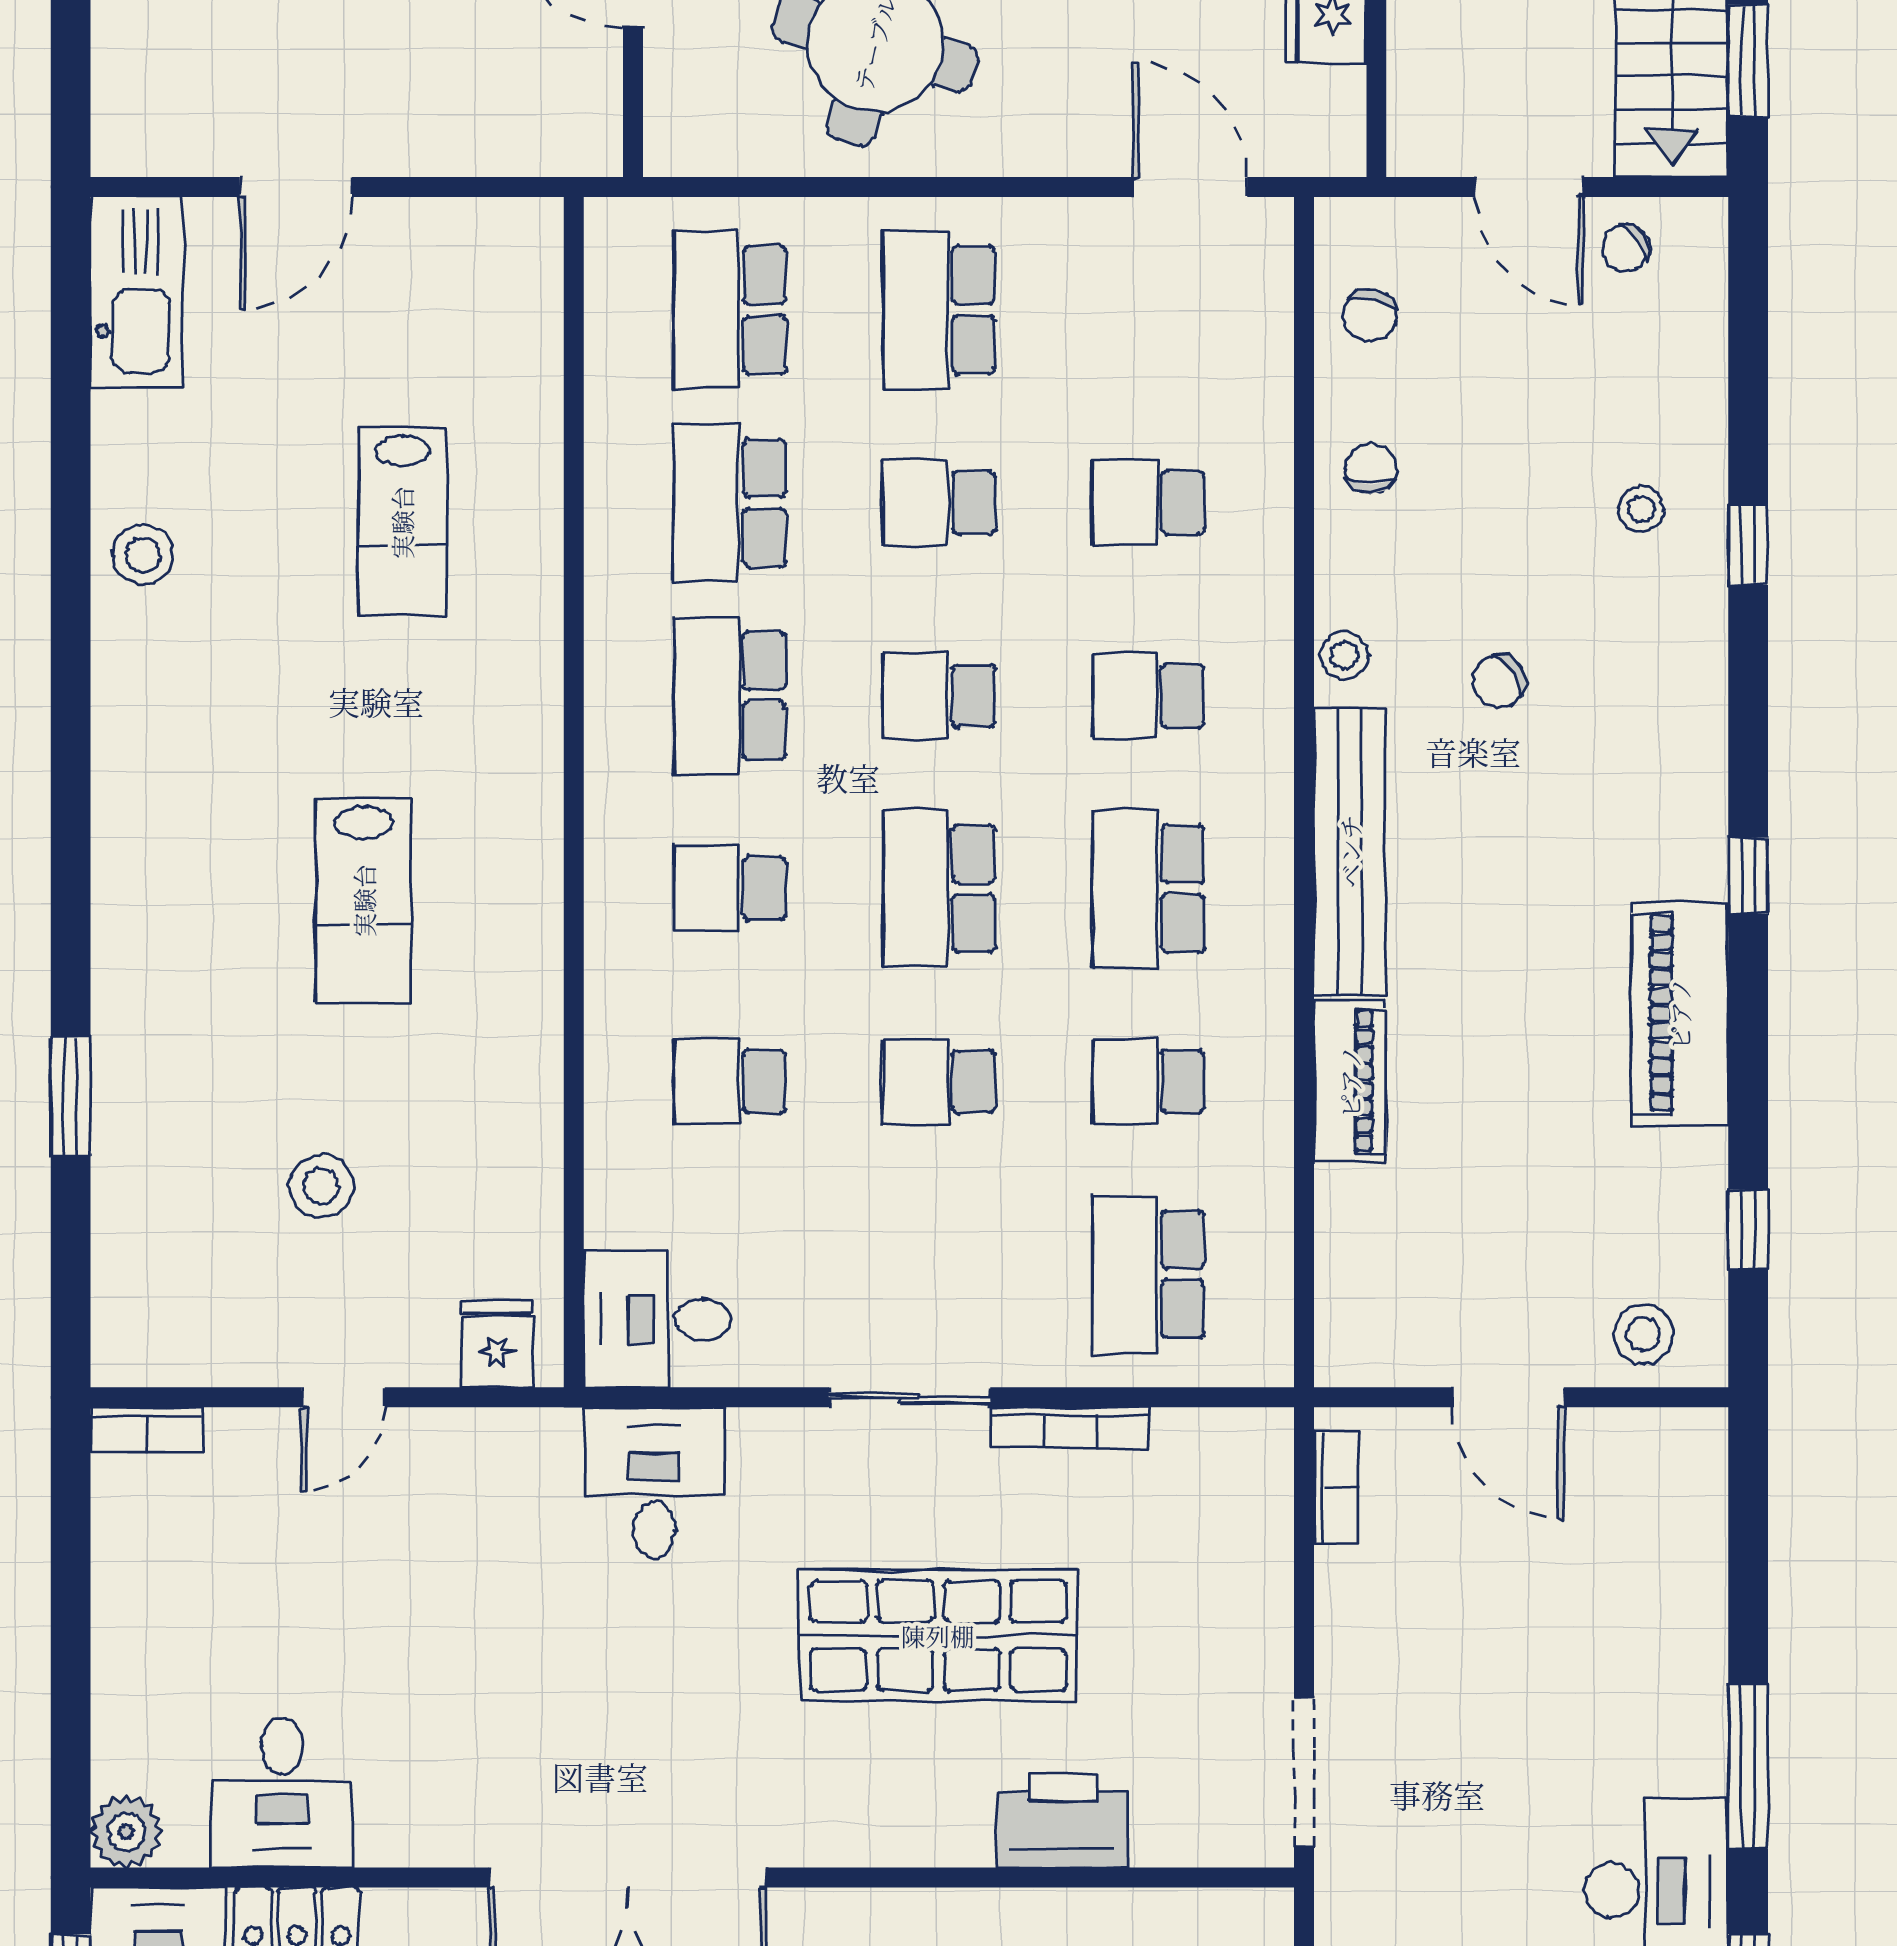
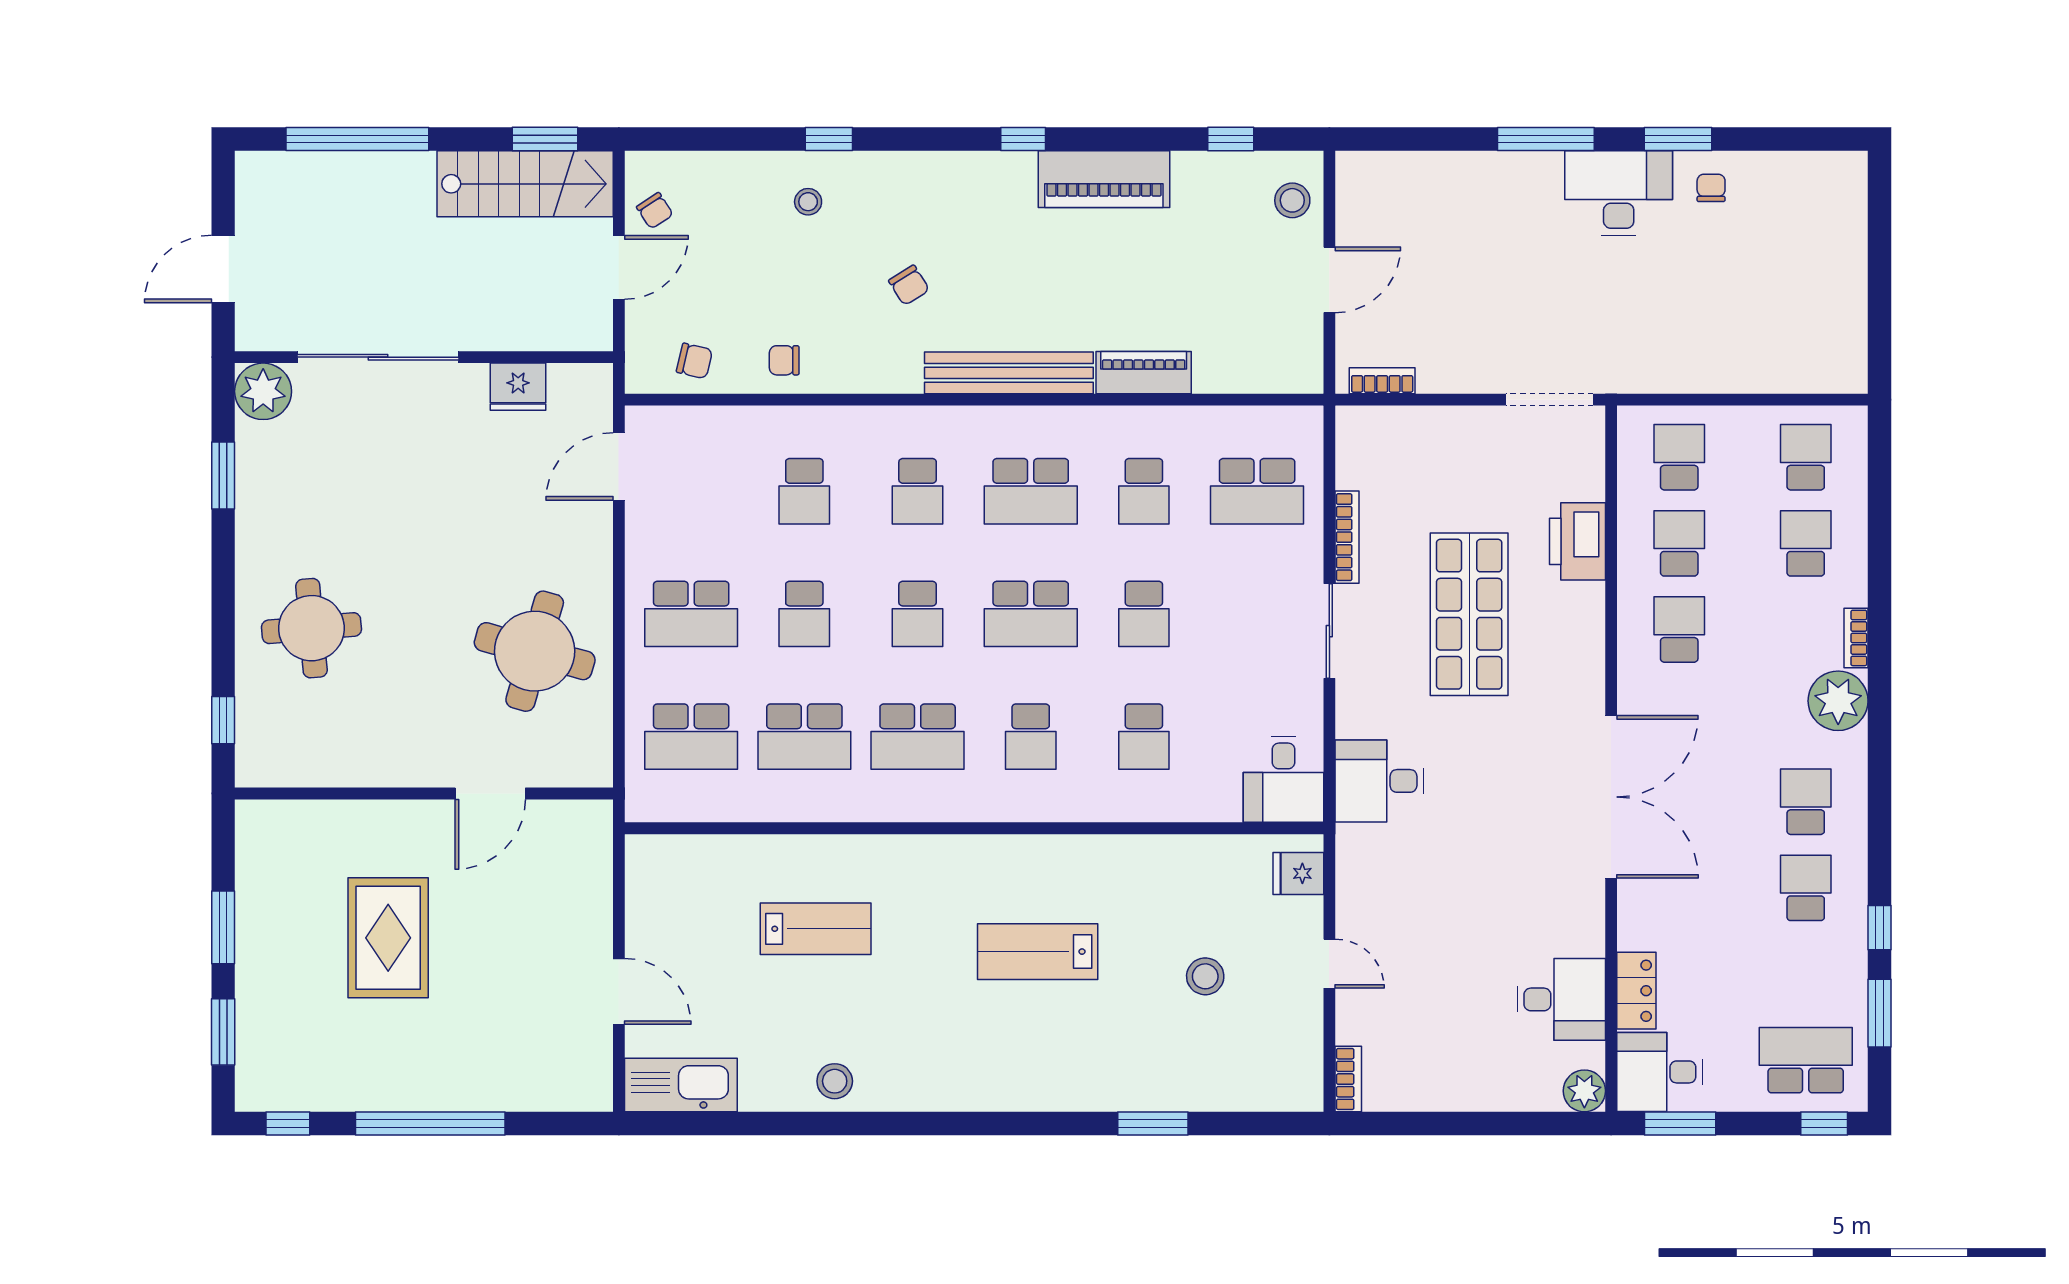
stool: (1344, 655) -> (894, 376), removed
lab bench: (364, 900) -> (1038, 952), turned 180

